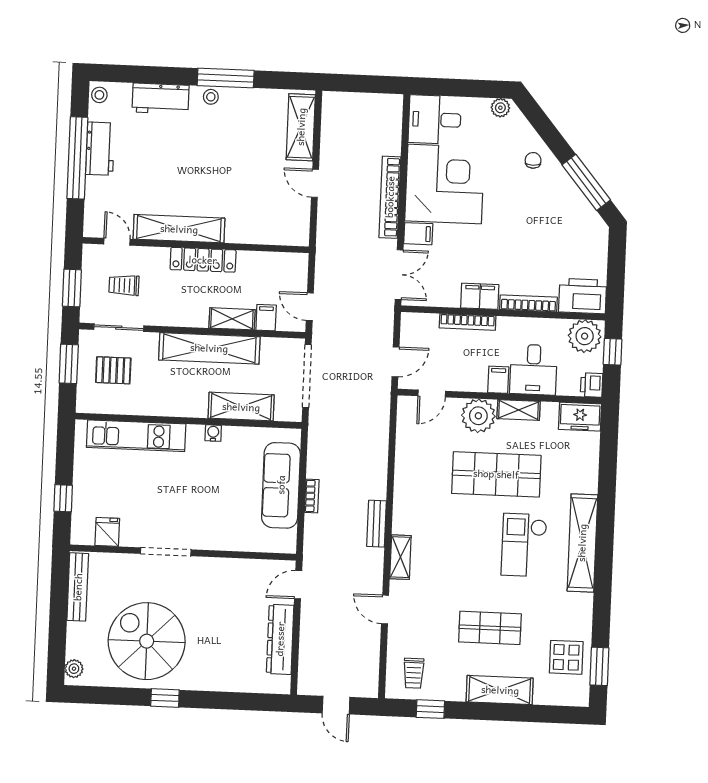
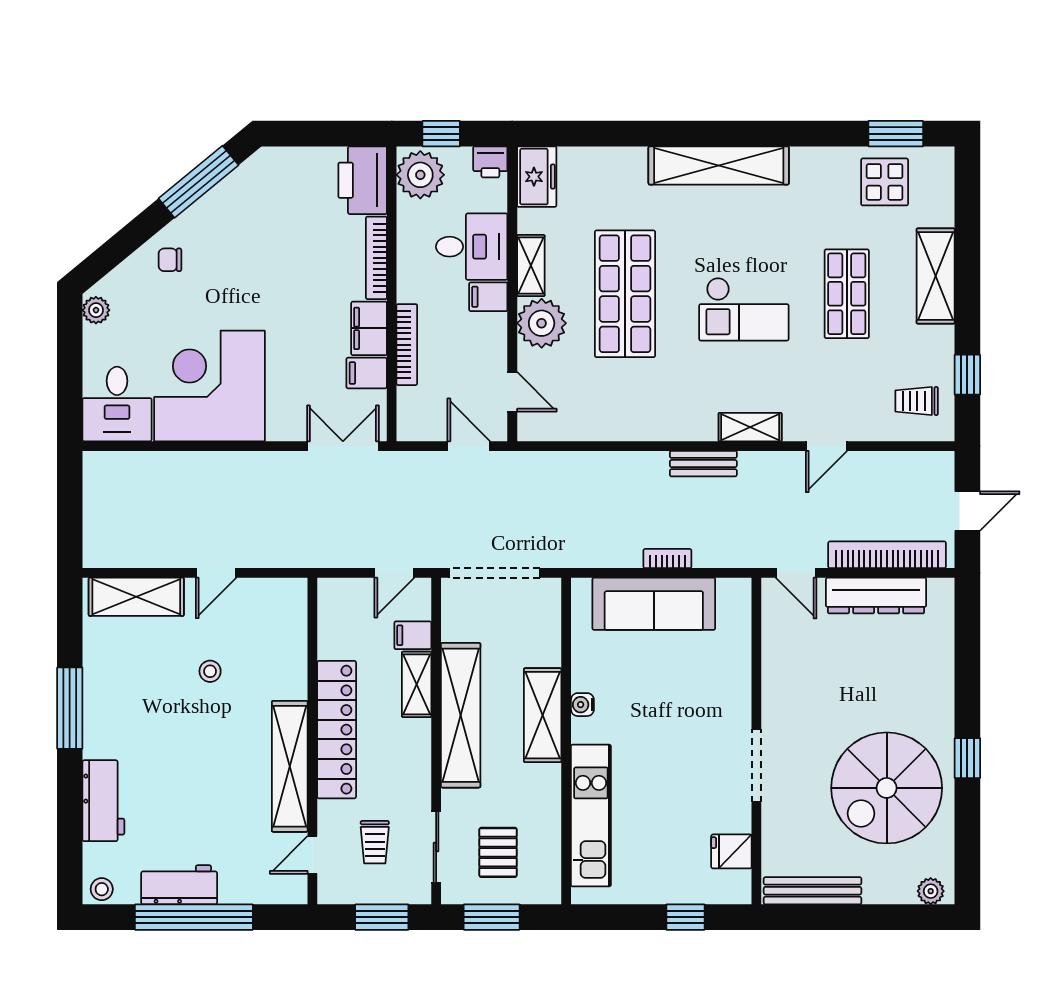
stool: (211, 97) -> (210, 671), moved
bookcase: (390, 197) -> (887, 555), moved, turned 180
filing cabinet: (418, 234) -> (367, 373), moved, turned -90
locker: (203, 260) -> (337, 730), width x1.41, depth x1.21
shelving: (241, 407) -> (543, 715), moved
checkout: (524, 545) -> (744, 309), moved
trolley: (414, 673) -> (917, 401), turned 180

